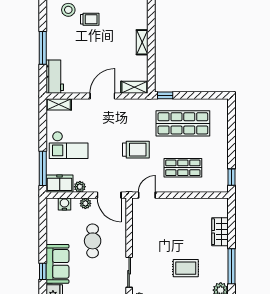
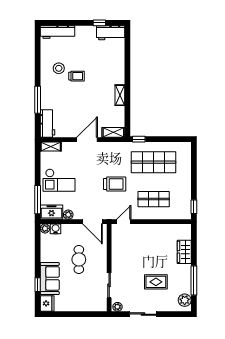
plant: (85, 203) -> (45, 228), moved

